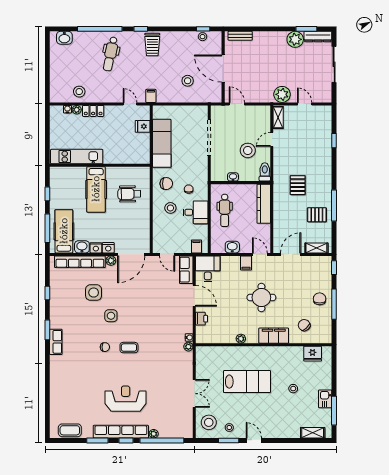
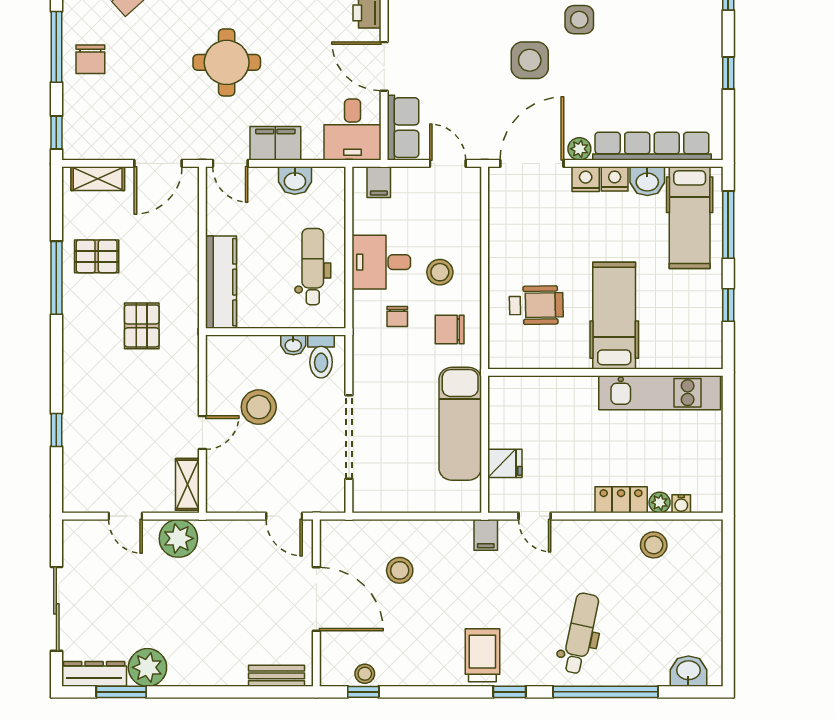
toilet: (265, 172) -> (321, 357), moved
filing cabinet: (246, 263) -> (275, 143), width x2.00
side table: (94, 293) -> (530, 60), moved

